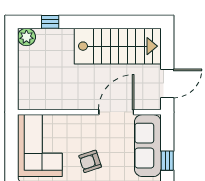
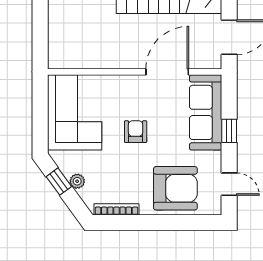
armchair: (90, 161) -> (136, 132), turned 108

